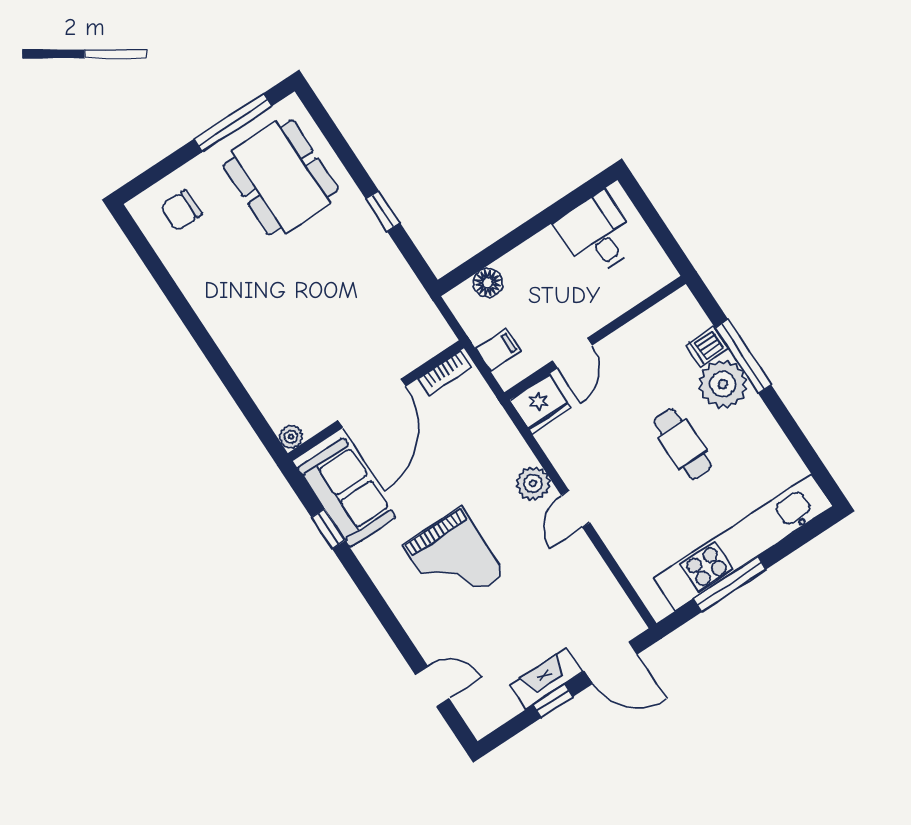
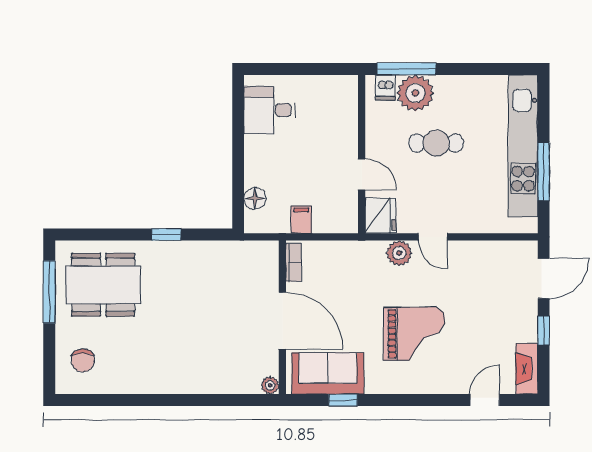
wall: (595, 338) -> (362, 154), moved
door: (572, 353) -> (362, 174), moved
fridge: (540, 404) -> (380, 216), moved
fireplace: (546, 679) -> (527, 369), moved

